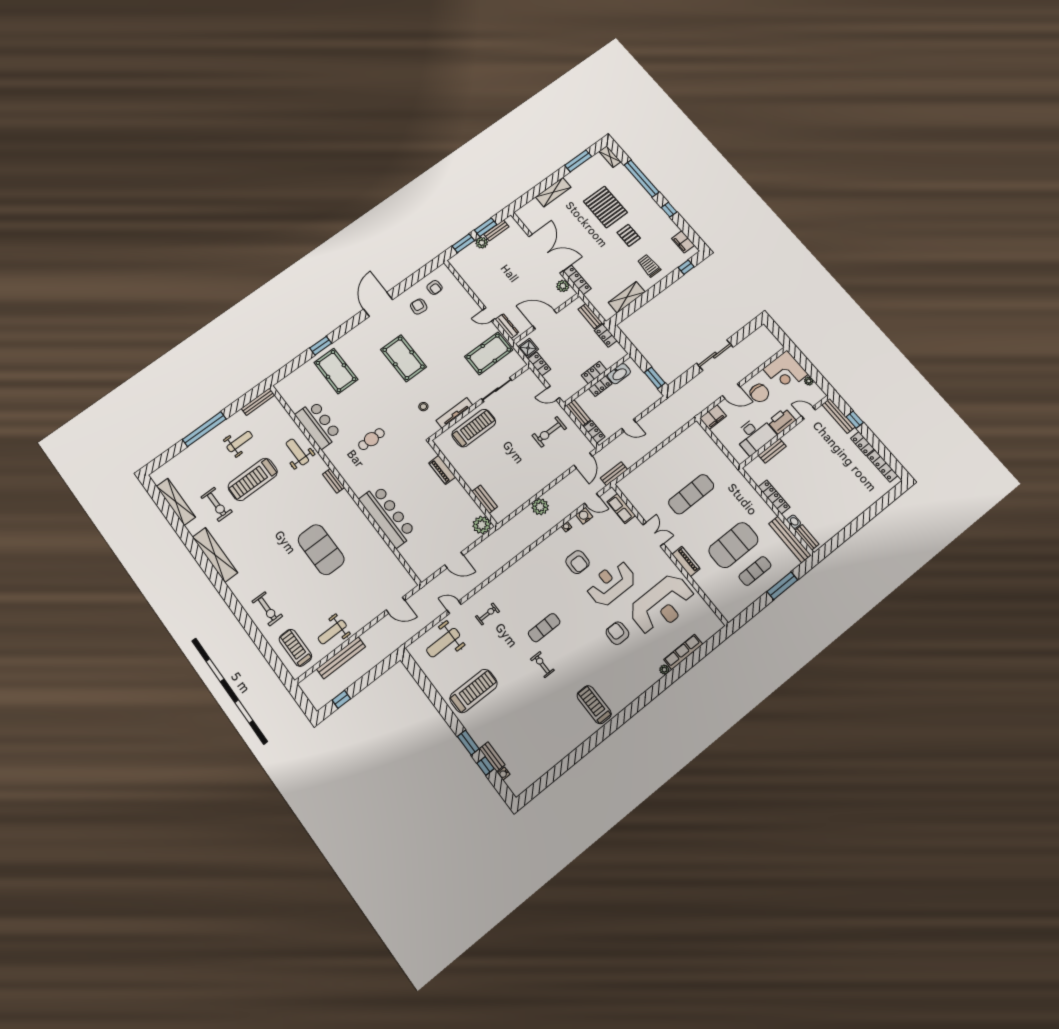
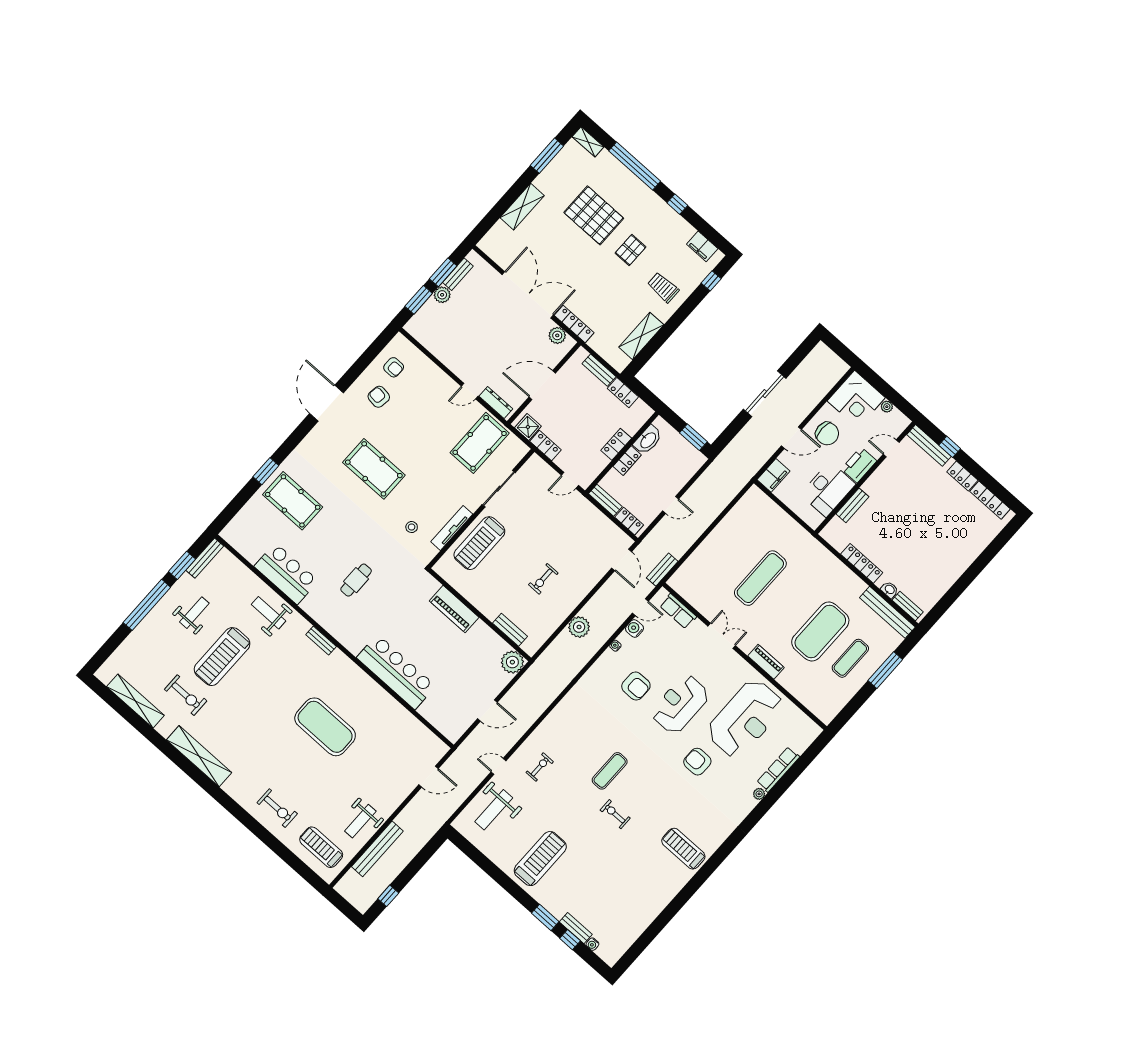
pallet: (629, 235) -> (630, 250), turned 90
window: (239, 404) -> (182, 565), added
treadmill: (474, 428) -> (479, 543), turned 180
exercise bike: (549, 432) -> (543, 579), moved, width x0.73, depth x0.72
piano: (442, 470) -> (454, 609), width x1.37, depth x1.33

